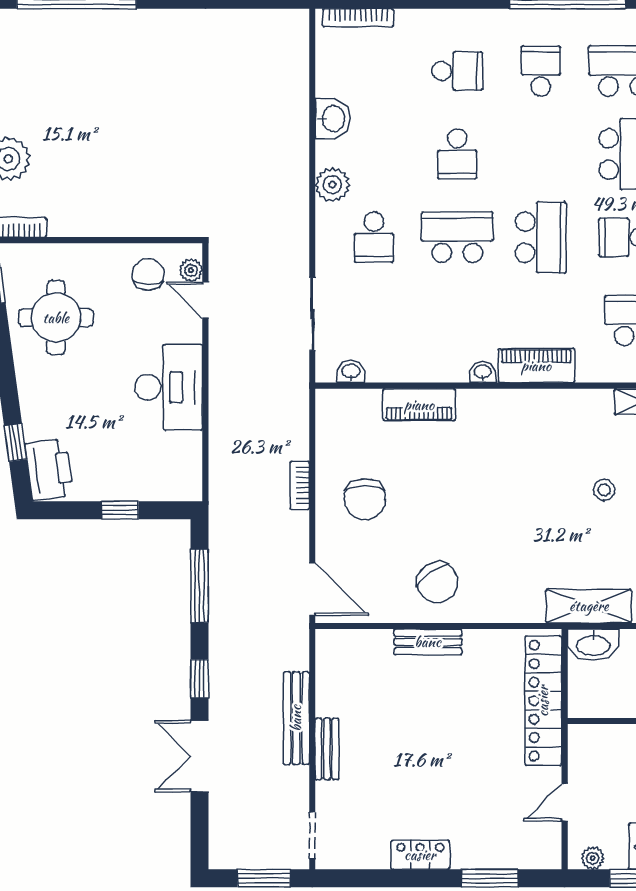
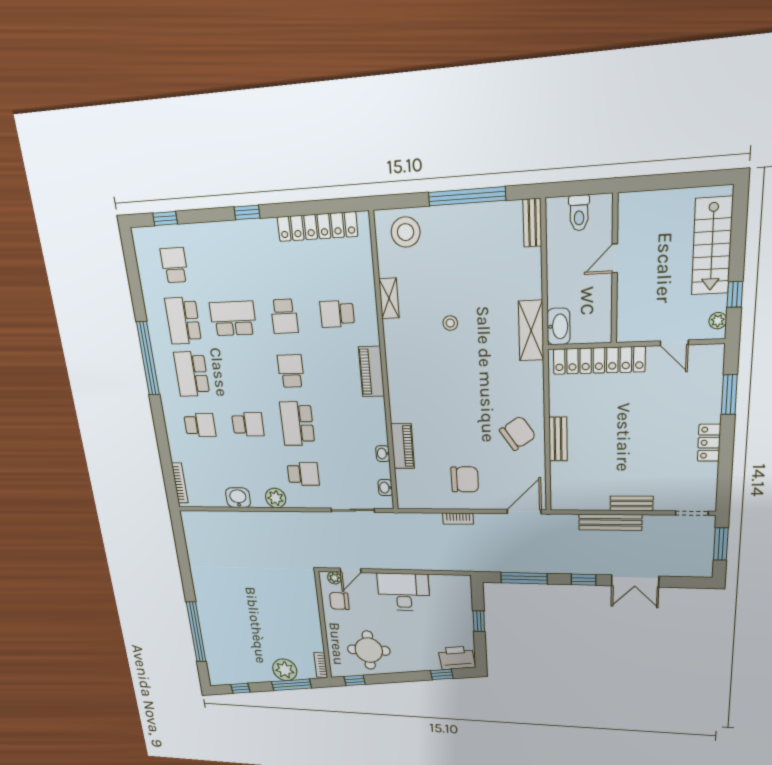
school desk: (457, 71) -> (200, 425), turned 90
school desk: (541, 71) -> (192, 374), width x1.85
school desk: (541, 237) -> (291, 371), width x0.54
washbasin: (483, 372) -> (383, 454), moved

